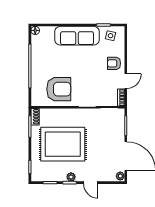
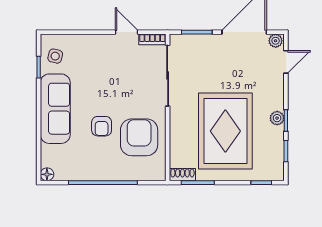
armchair: (114, 63) -> (102, 126), moved
door: (91, 183) -> (286, 62), moved

